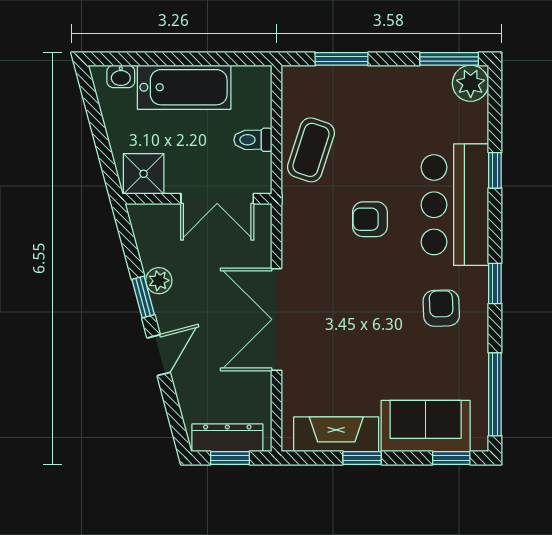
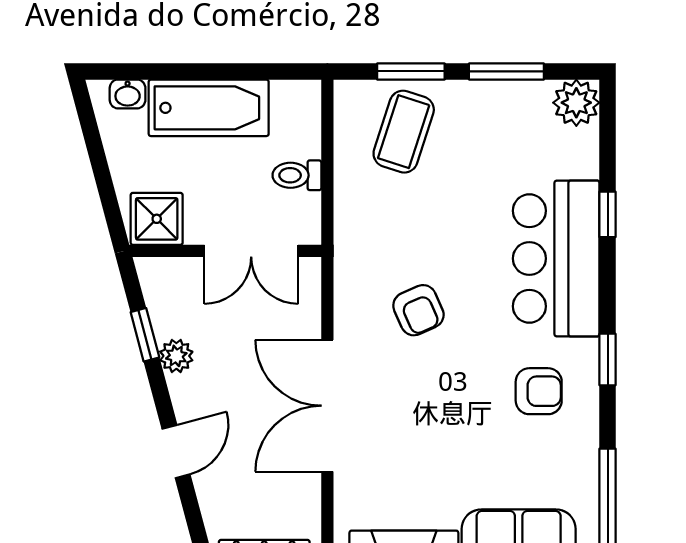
window: (449, 59) -> (506, 71), moved
coffee table: (311, 150) -> (404, 132), moved
armchair: (370, 219) -> (418, 310), moved, turned -114
window: (143, 297) -> (145, 335), moved
armchair: (441, 308) -> (539, 391), turned 92

